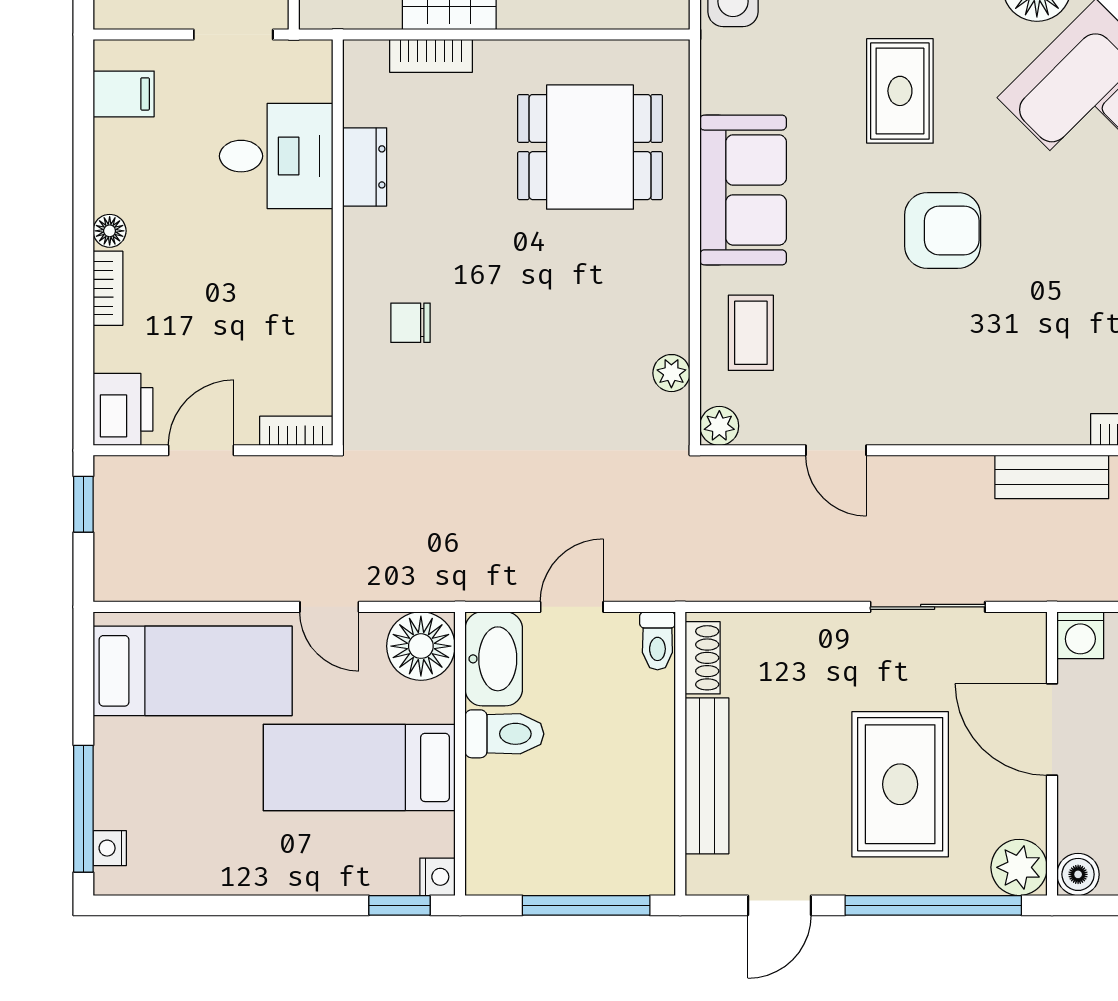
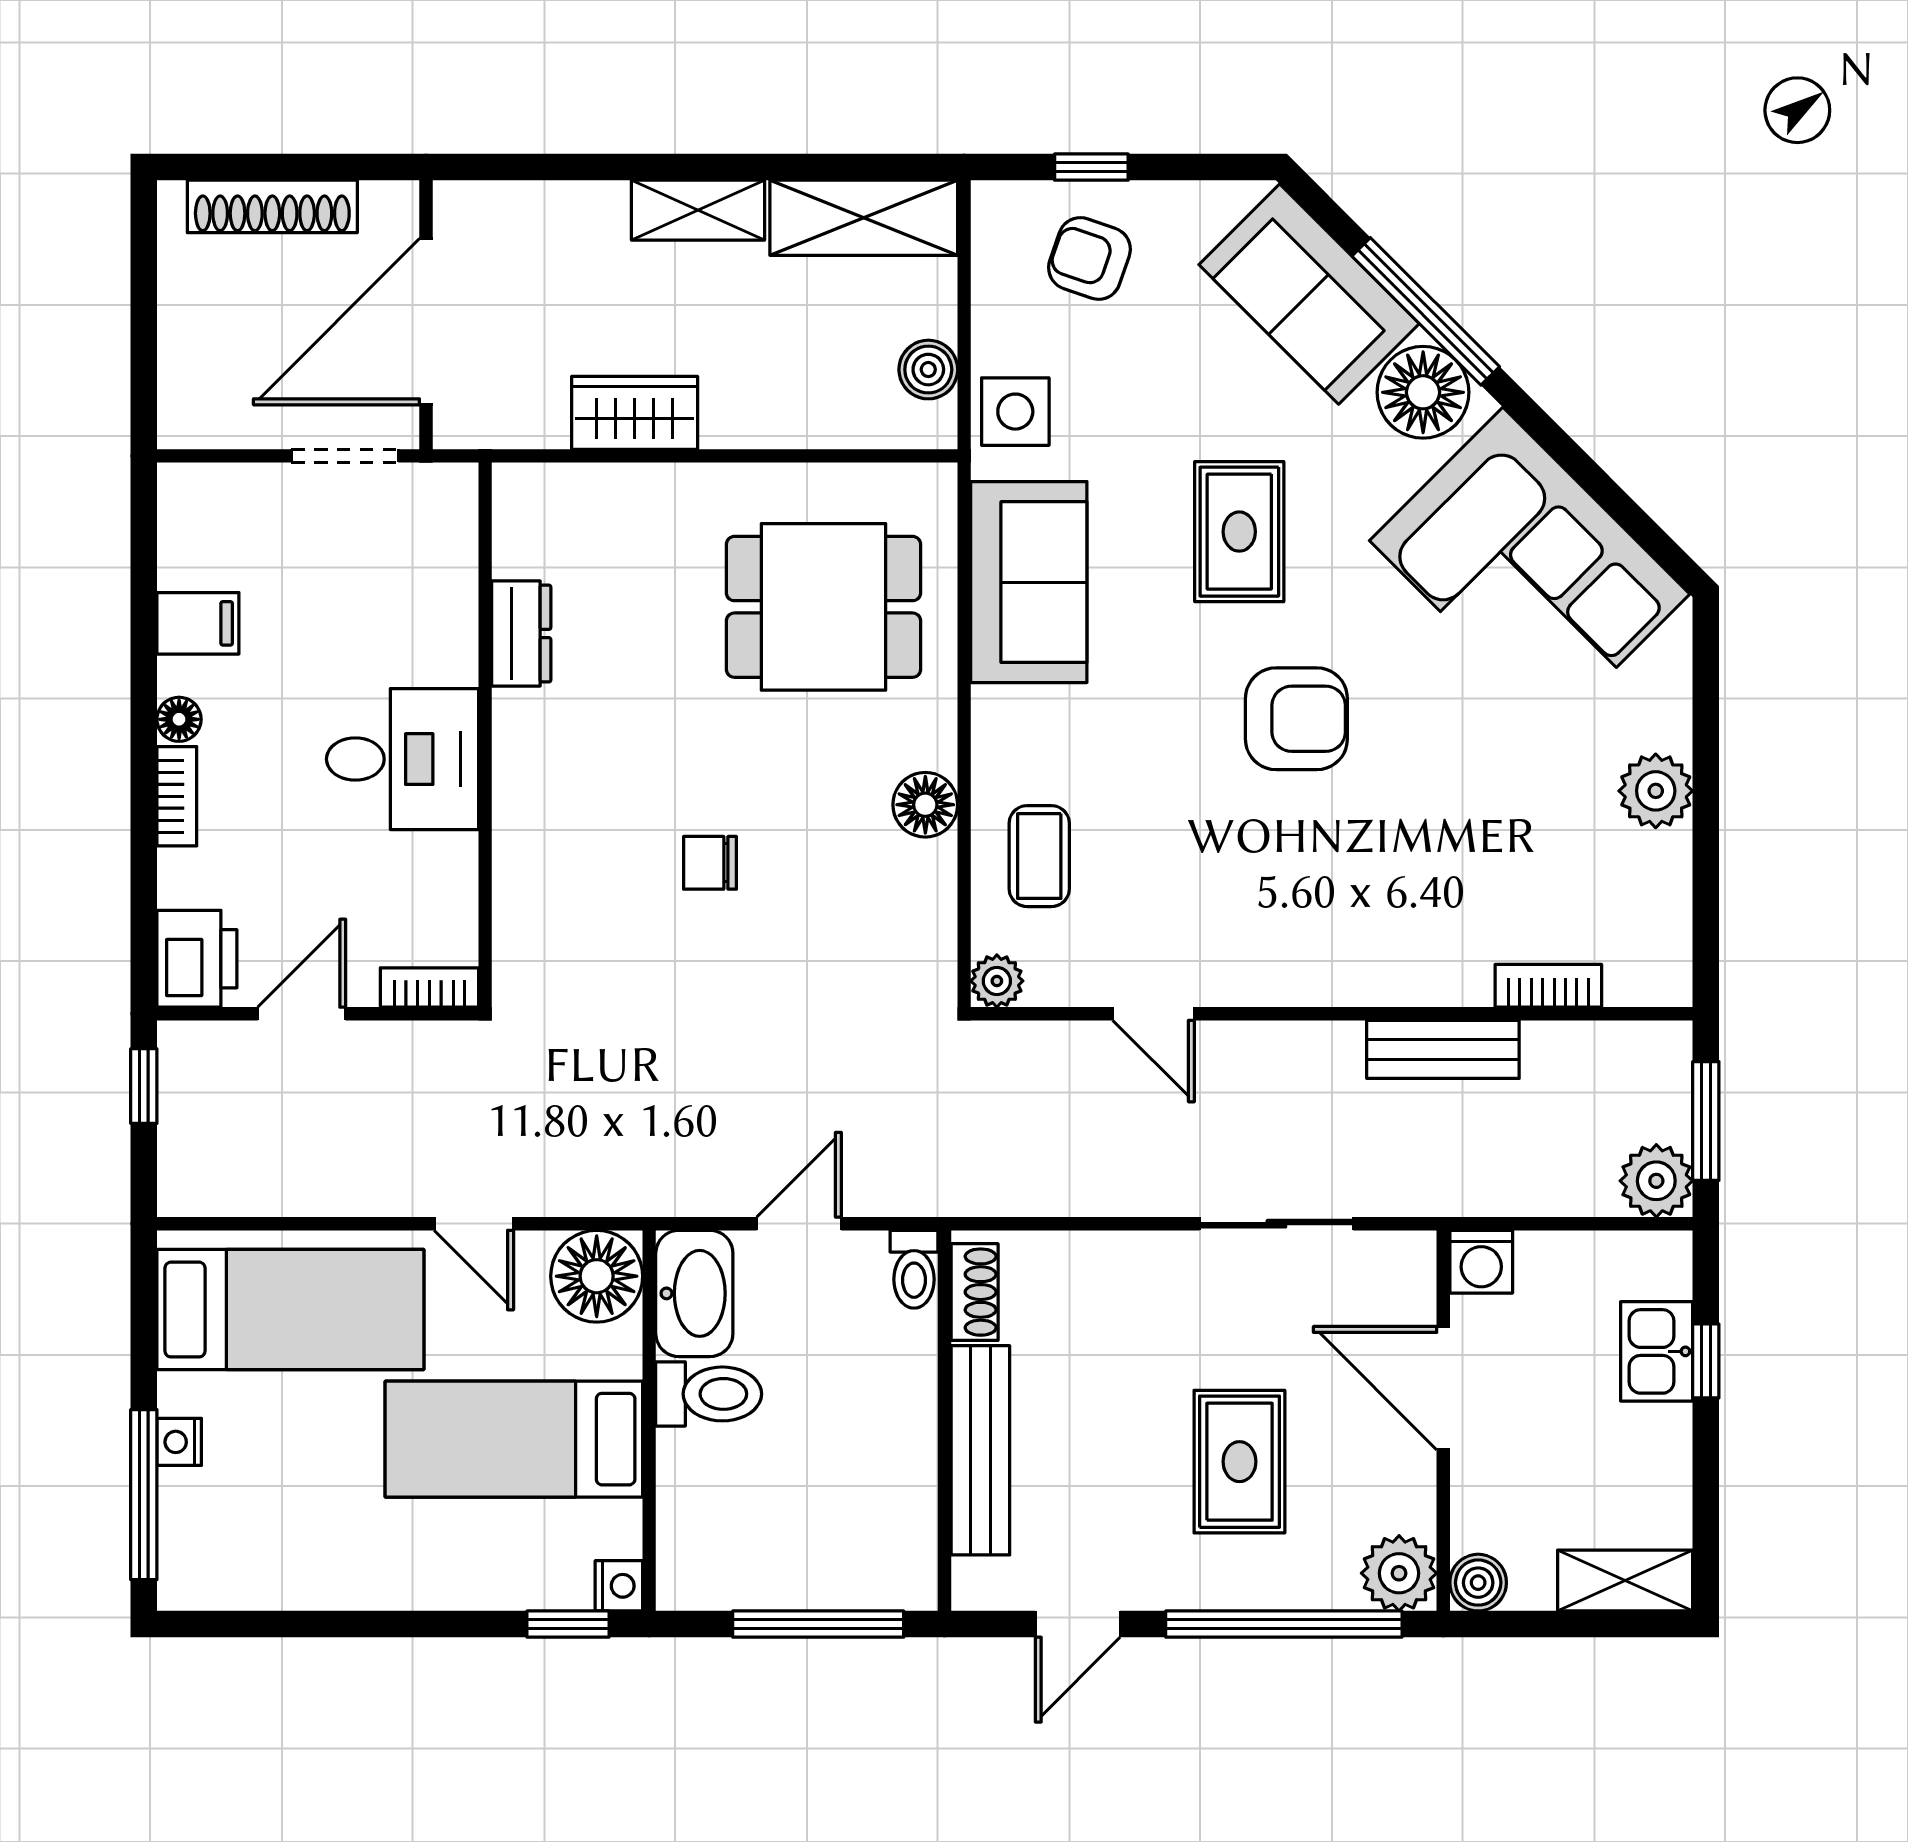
bookcase: (431, 56) -> (610, 485), removed
filing cabinet: (124, 94) -> (198, 623), moved
desk: (276, 156) -> (402, 759), moved
sofa: (743, 190) -> (1029, 582), moved
floor lamp: (666, 295) -> (925, 805), added
chair: (410, 323) -> (710, 863), moved
plant: (671, 373) -> (933, 910), removed
rug: (900, 784) -> (1239, 1462), width x0.73, depth x0.70
nightstand: (110, 848) -> (179, 1442), moved

